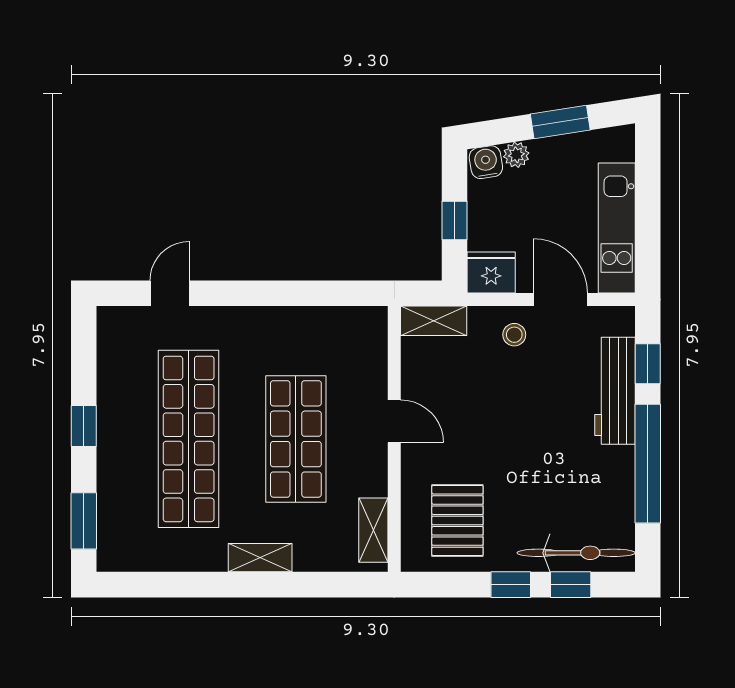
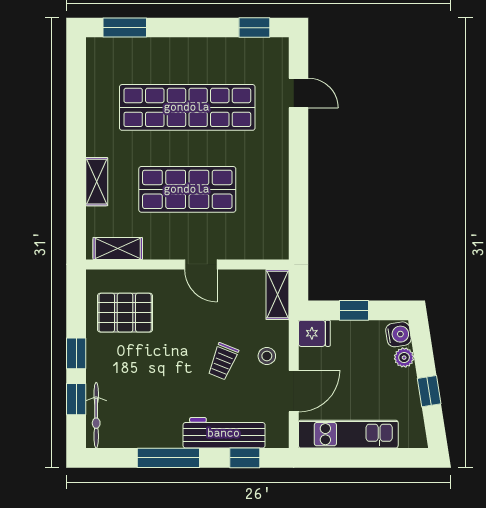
window: (560, 122) -> (429, 391), width x0.67
fridge: (491, 273) -> (314, 333), width x0.72
trolley: (521, 392) -> (223, 361), added
door: (394, 421) -> (201, 264), hinge flipped
window: (84, 426) -> (254, 28), moved
window: (648, 464) -> (168, 458), width x0.68
bicycle: (576, 553) -> (96, 415), width x0.73, depth x0.71
shelving: (260, 558) -> (97, 182), moved

